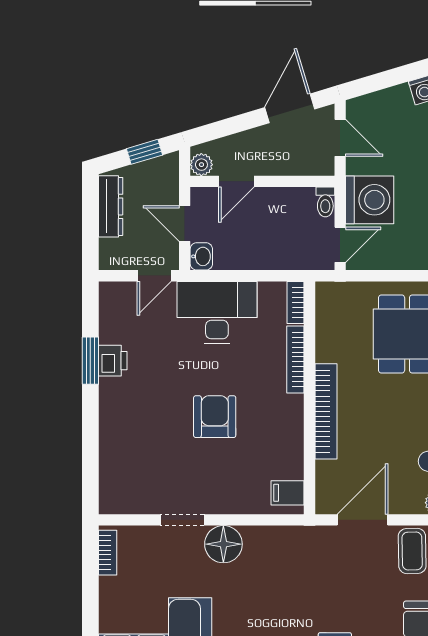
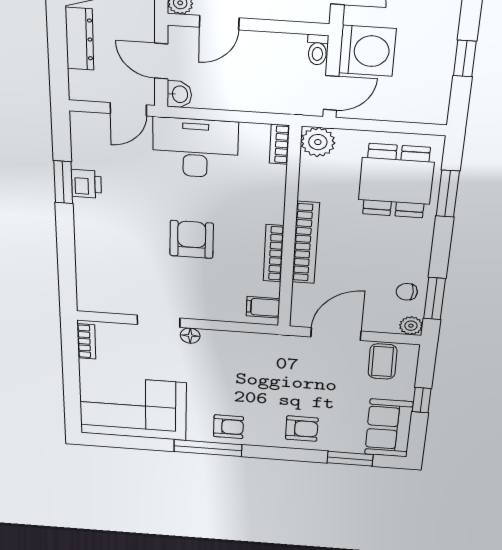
plant: (331, 297) -> (318, 142), added
bookcase: (295, 359) -> (274, 253), moved
floor lamp: (223, 544) -> (190, 336), width x0.53, depth x0.53

